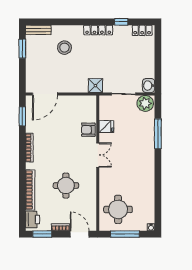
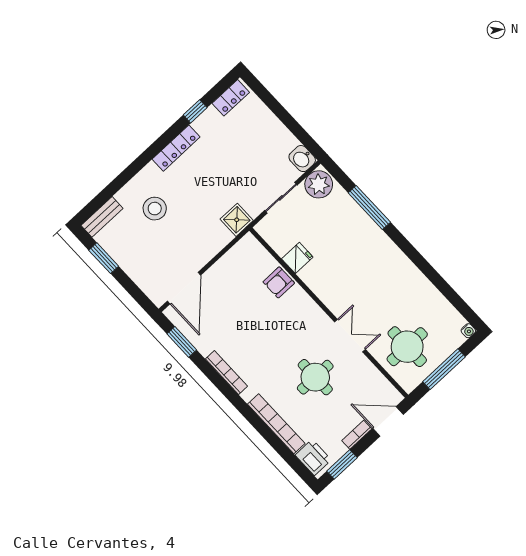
double door: (98, 155) -> (350, 336), moved

